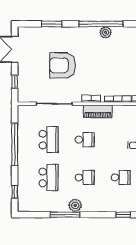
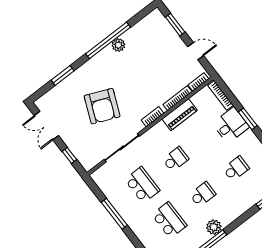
armchair: (63, 65) -> (102, 106), turned -67
piano: (98, 112) -> (180, 115), moved
window: (15, 145) -> (114, 214), width x0.68

